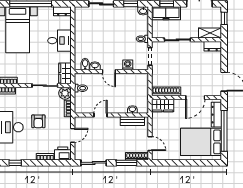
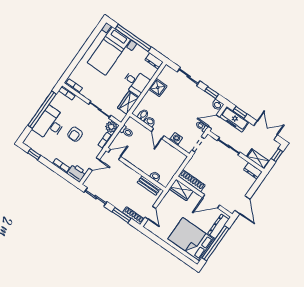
door: (150, 28) -> (214, 122), added
shower: (81, 32) -> (158, 88), added
wardrobe: (65, 73) -> (128, 103), moved
door: (101, 115) -> (115, 154), moved

